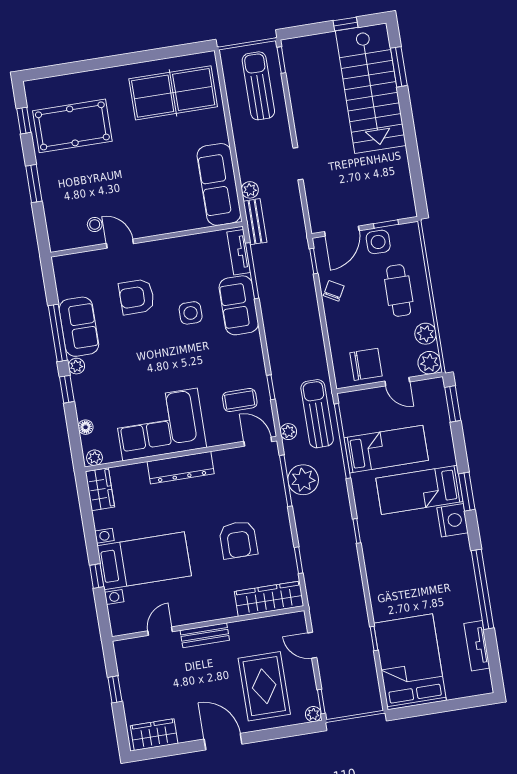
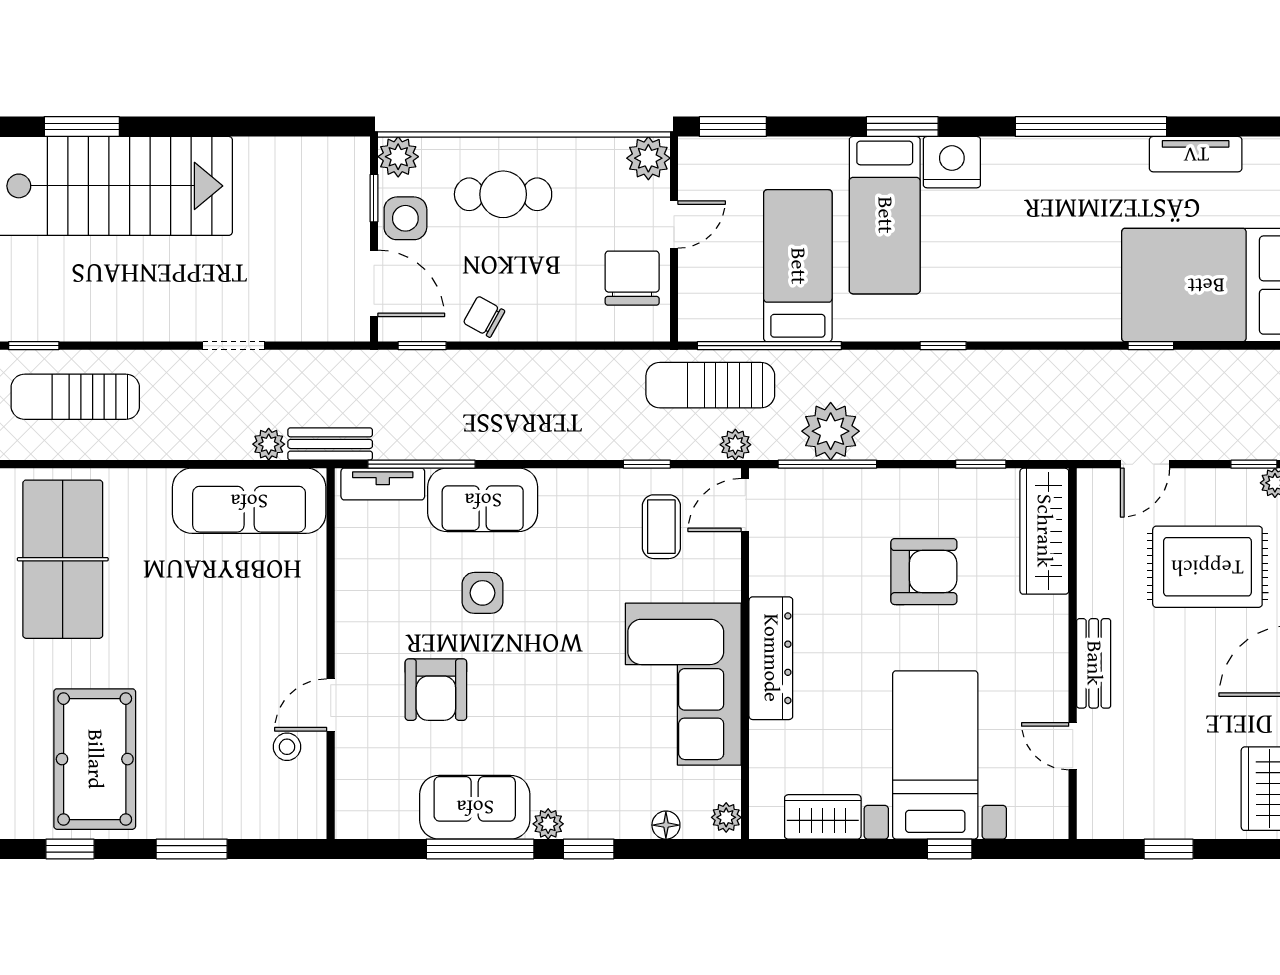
plant: (426, 334) -> (398, 157), moved
wardrobe: (100, 489) -> (823, 817), moved

